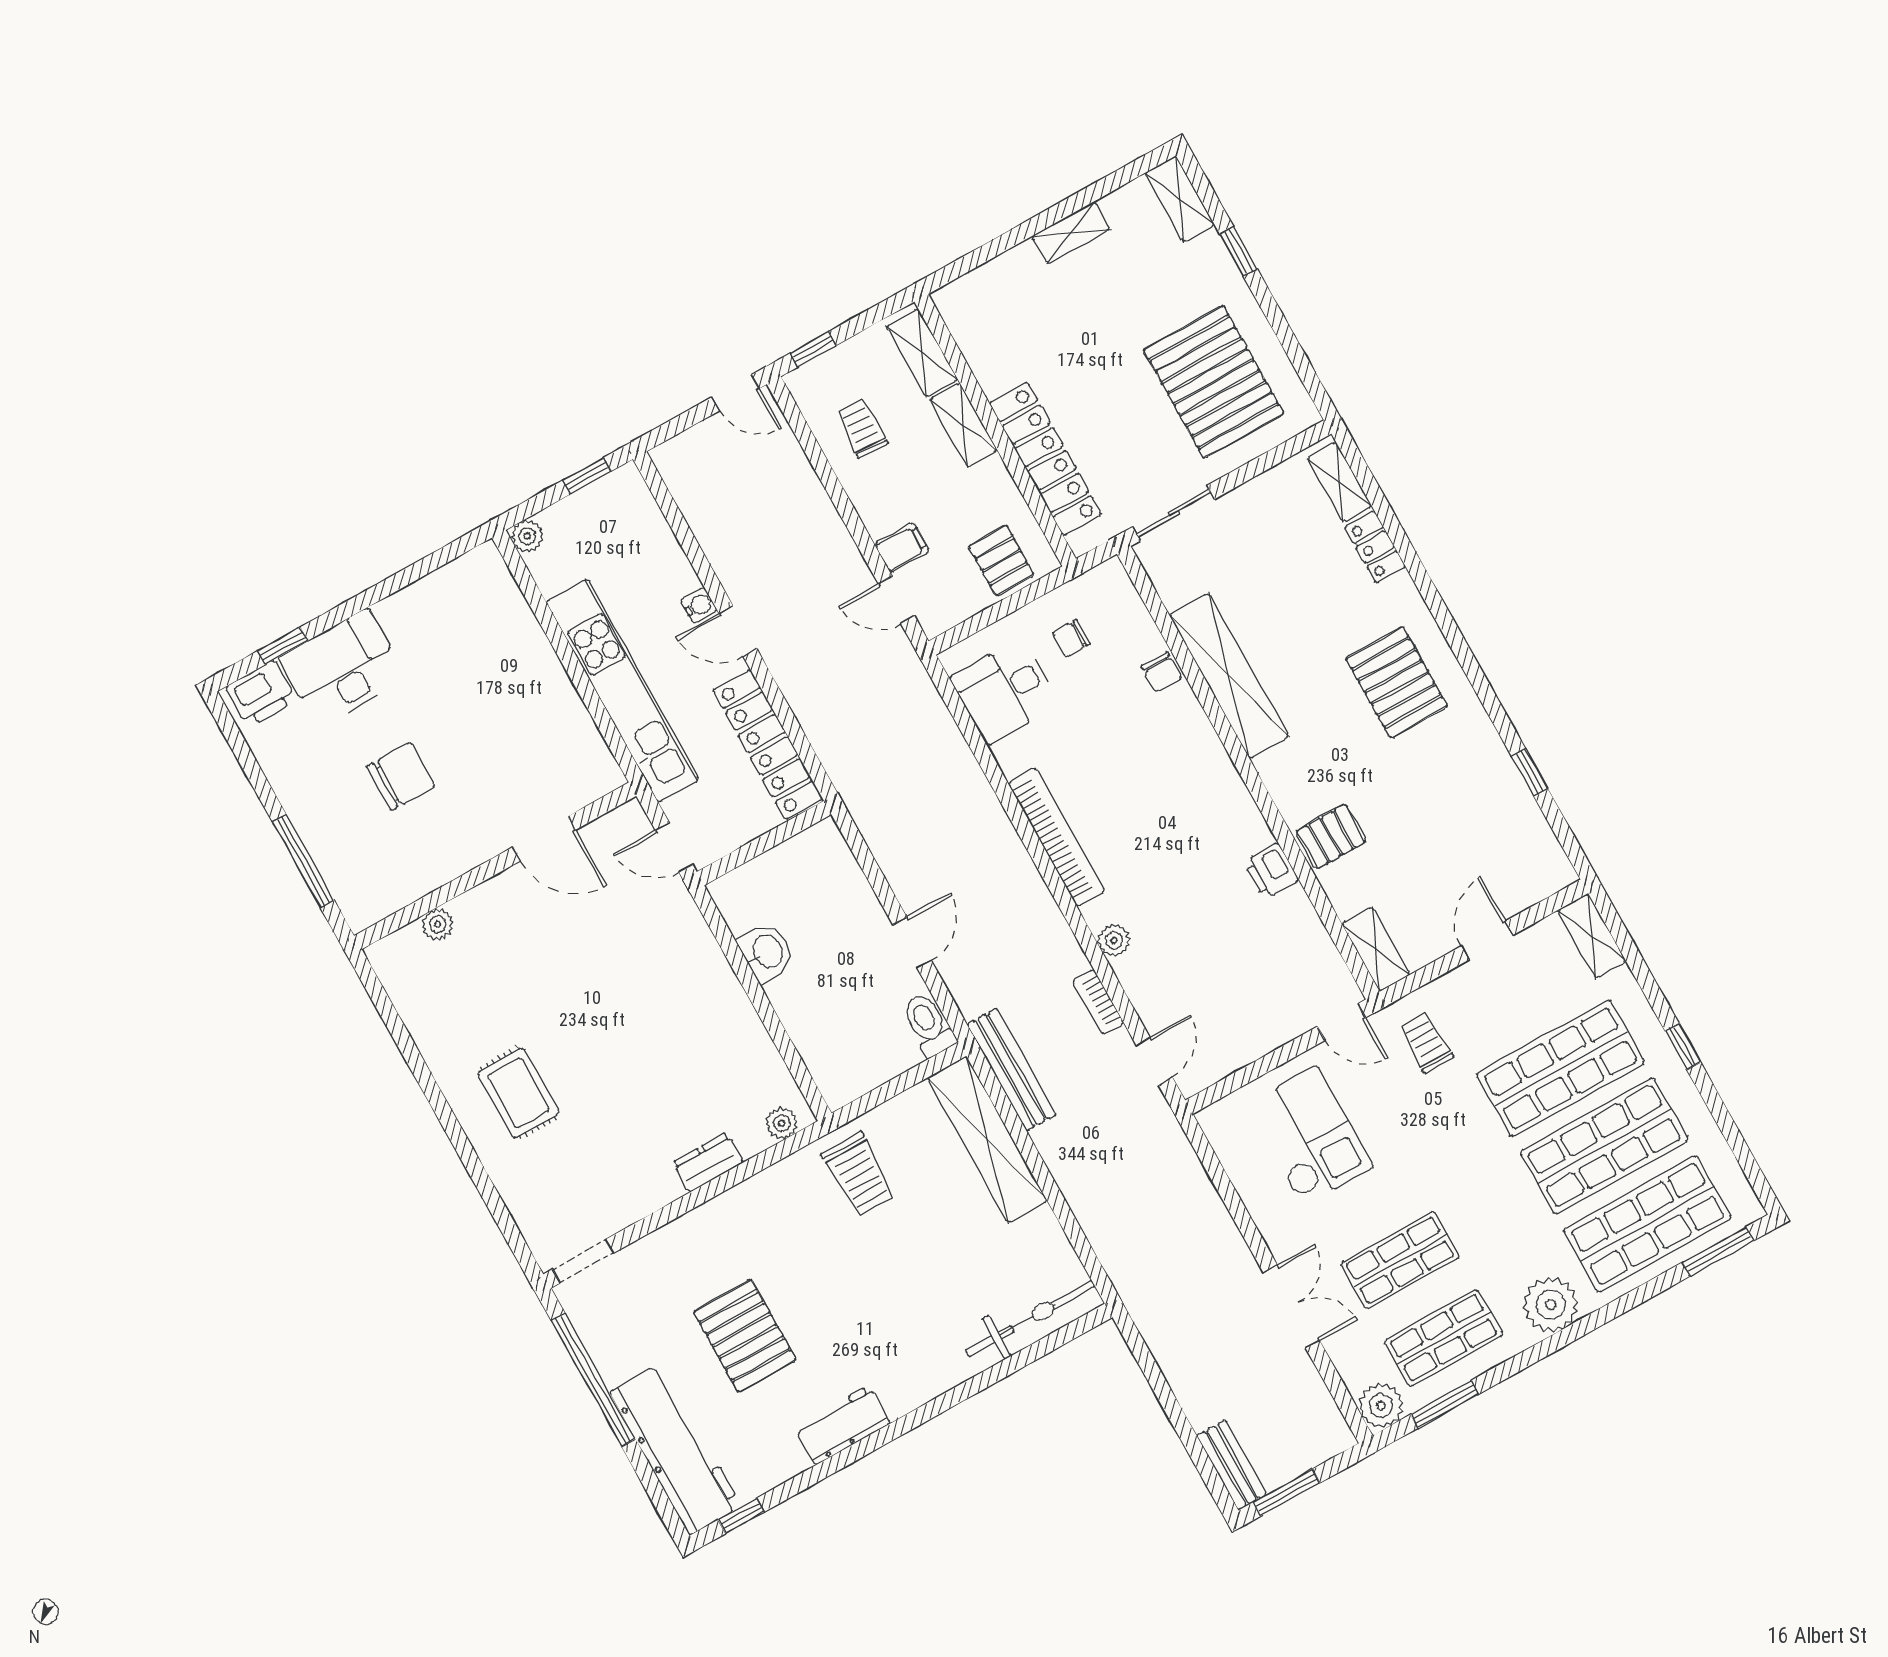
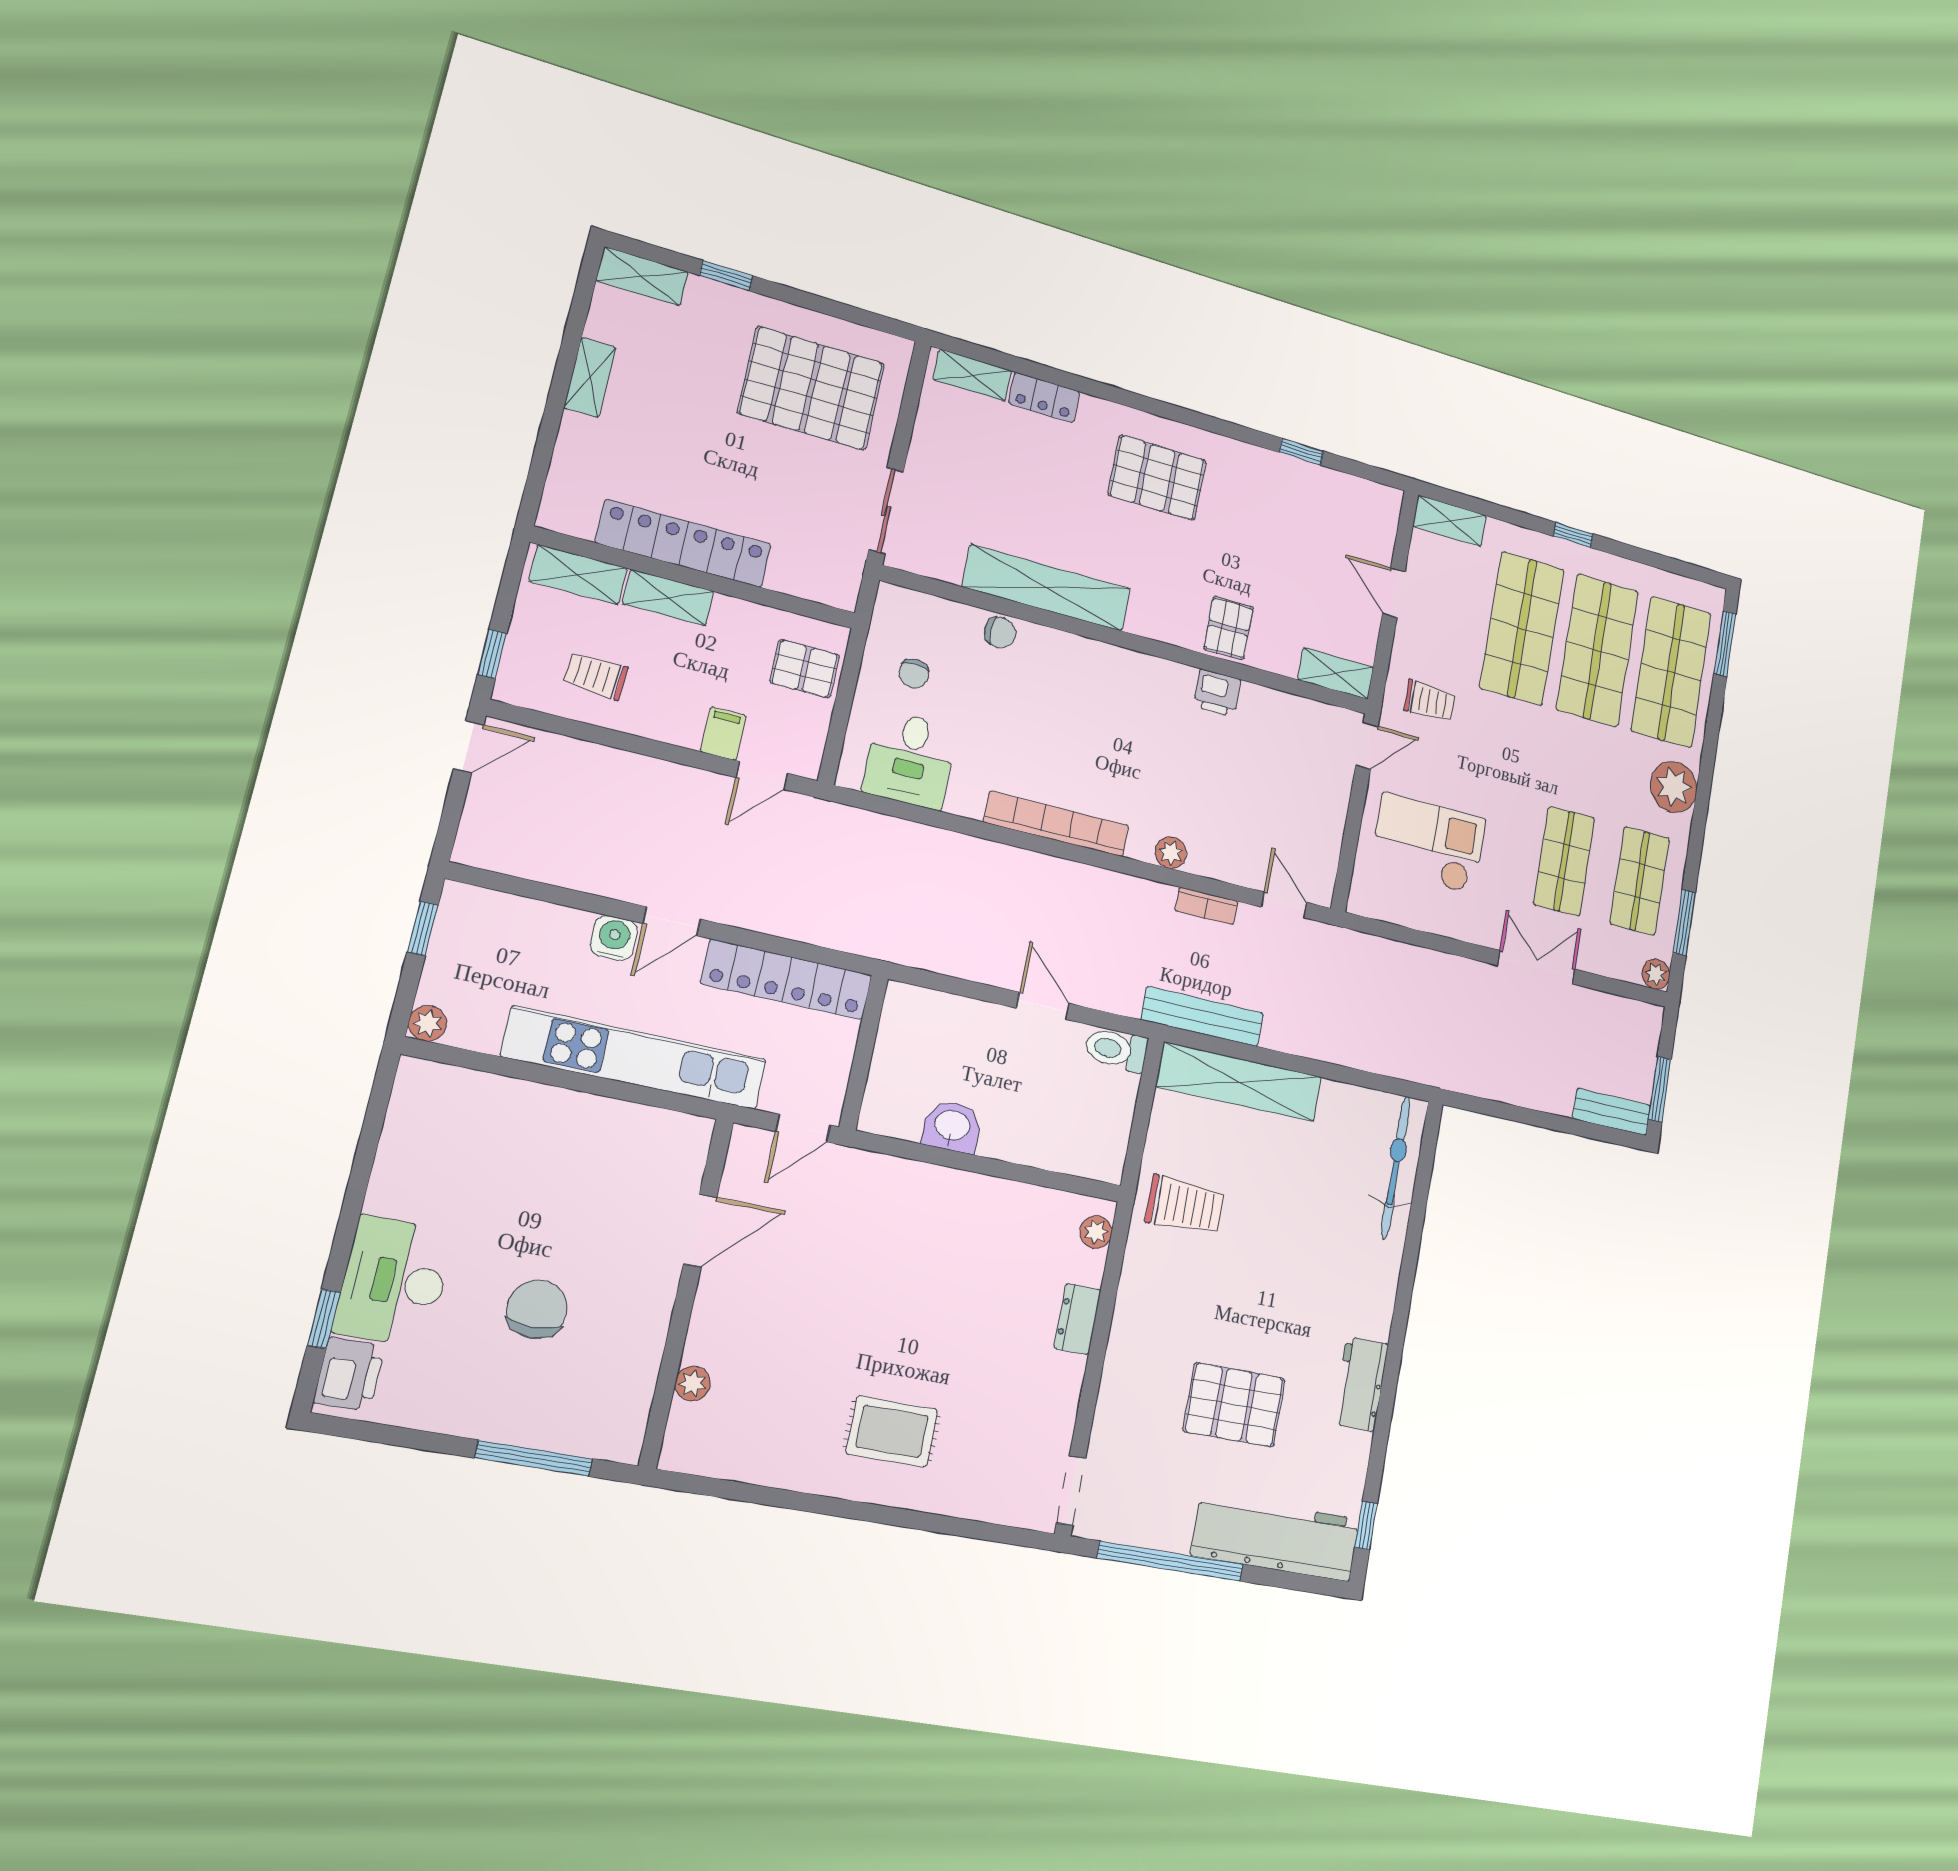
locker: (1045, 459) -> (684, 543), moved
water cooler: (699, 606) -> (614, 938), width x1.38, depth x1.38
trolley: (1426, 1042) -> (1430, 701), turned 180
plant: (1381, 1406) -> (1656, 974), width x0.73, depth x0.73

